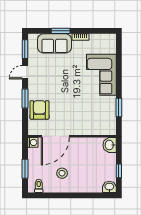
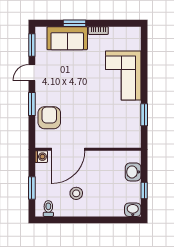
washbasin: (110, 145) -> (133, 172), moved

